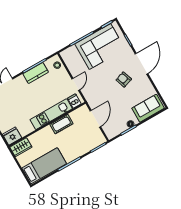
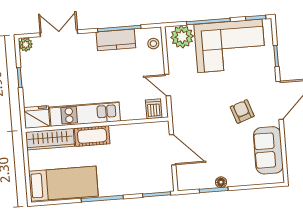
plant: (71, 54) -> (182, 37), added
door: (76, 84) -> (168, 85), swing flipped
sofa: (148, 108) -> (268, 150), moved, turned -90
kitchen unit: (51, 114) -> (85, 114), moved
door: (95, 119) -> (173, 150), hinge flipped
cot: (61, 124) -> (92, 136), moved
wardrobe: (21, 147) -> (50, 139), width x1.50

